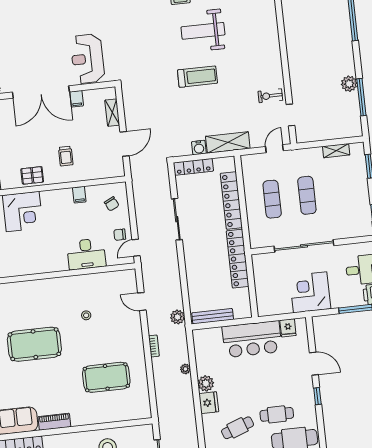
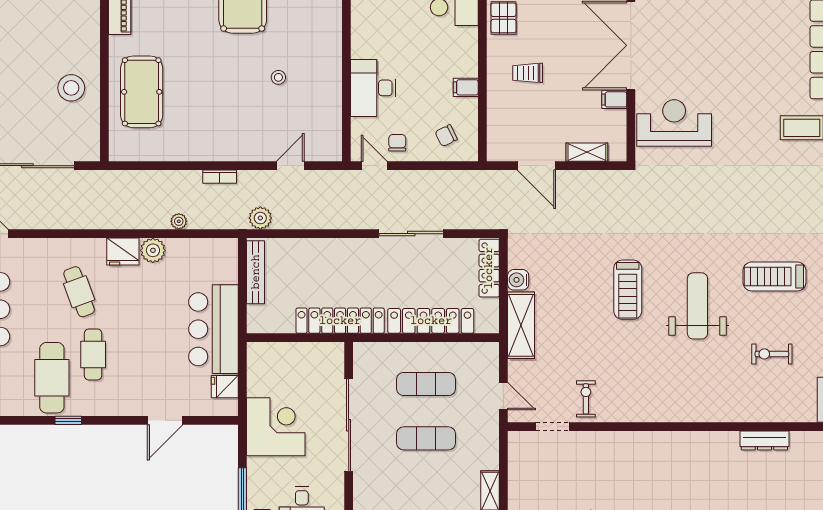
pool table: (106, 377) -> (142, 92), moved
window: (317, 396) -> (68, 420), moved

